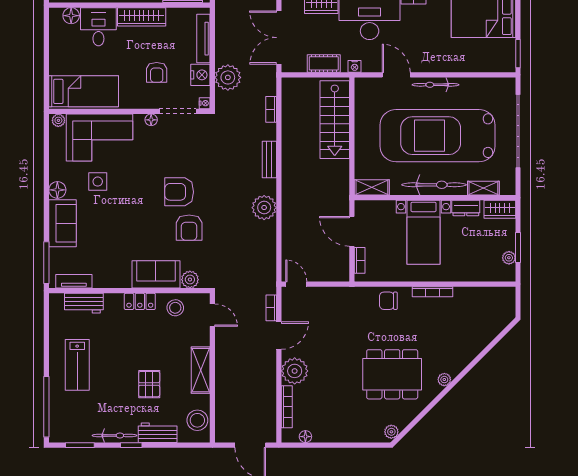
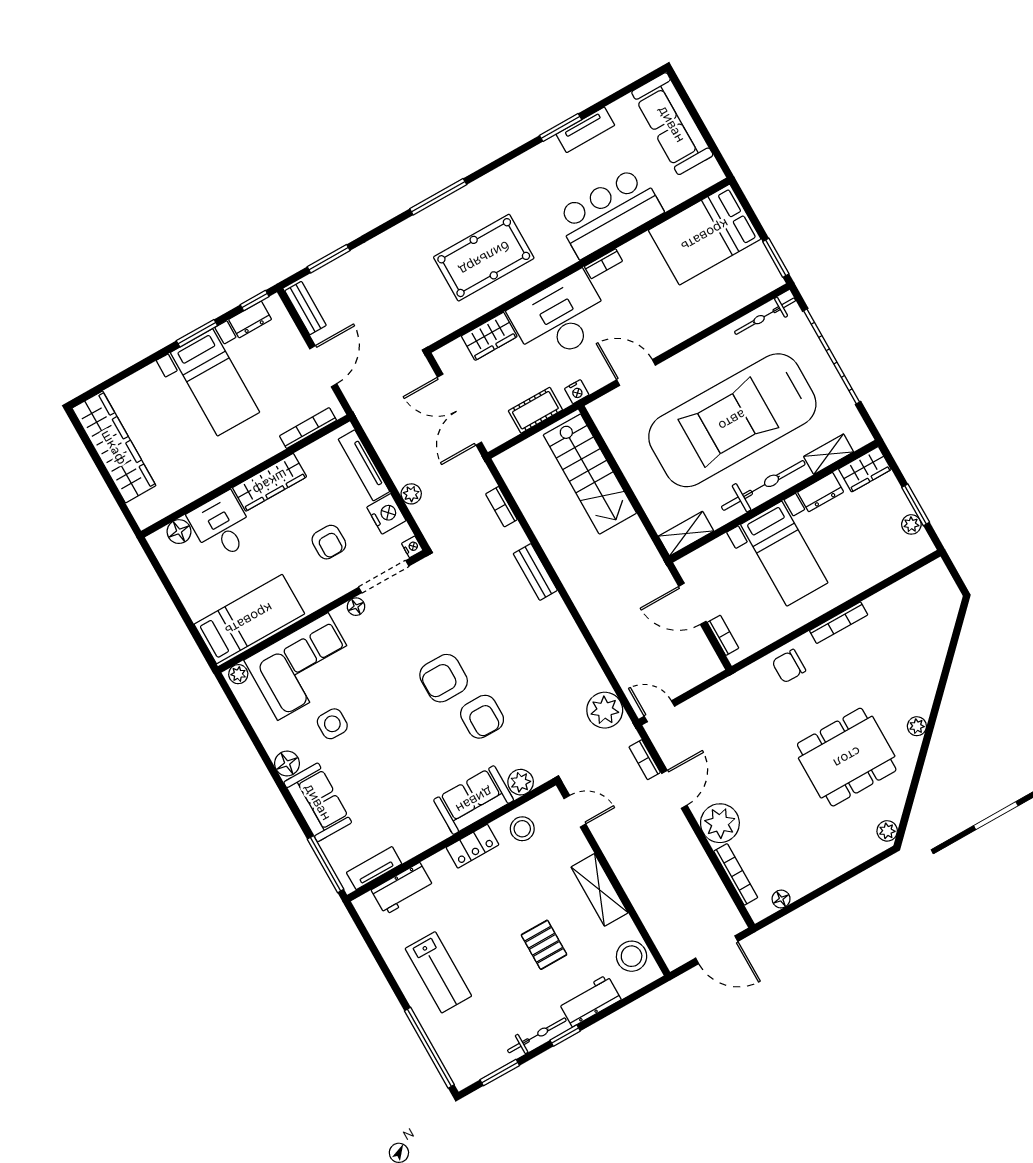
plant: (228, 77) -> (411, 494), width x0.53, depth x0.53
bicycle: (435, 85) -> (765, 316), moved
plant: (264, 208) -> (605, 710), moved

